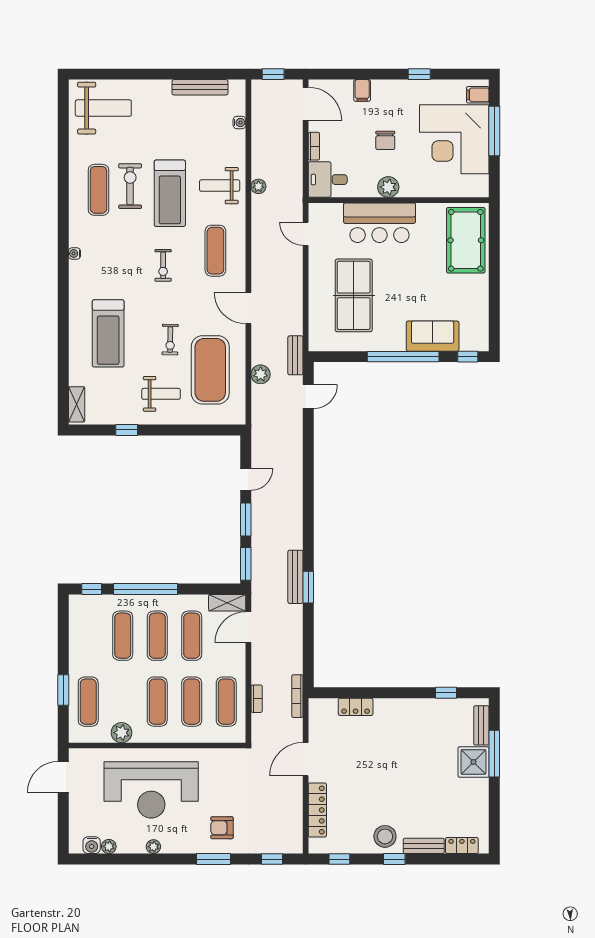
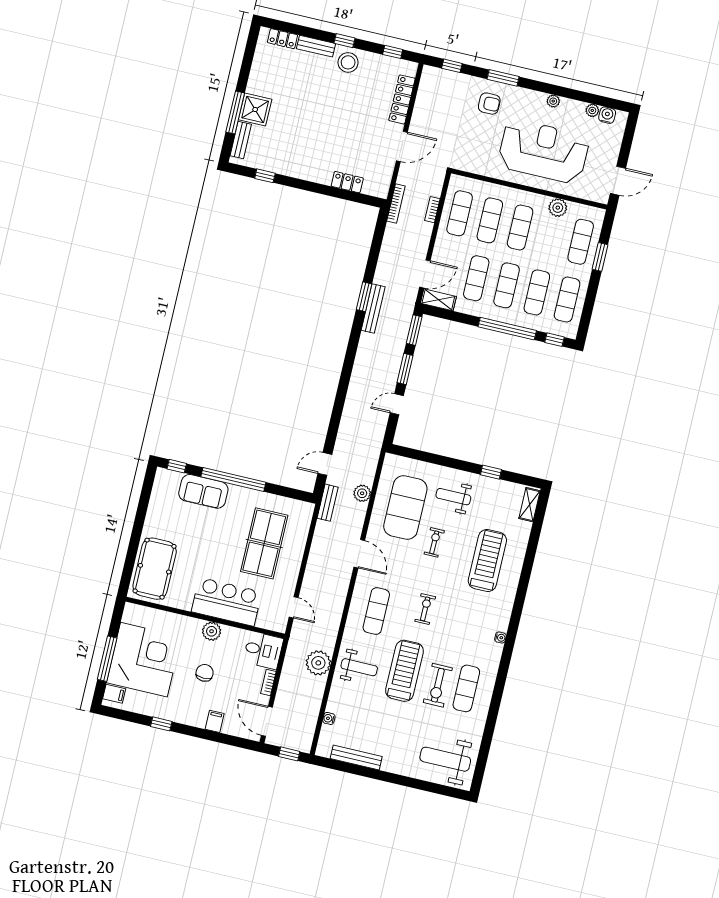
plant: (258, 186) -> (318, 663), width x1.88, depth x1.88
exercise mat: (88, 636) -> (567, 300), added

